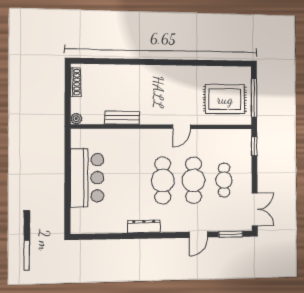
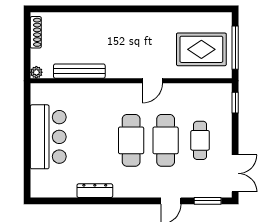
bench: (122, 118) -> (79, 71), width x1.36
dresser: (144, 226) -> (95, 191), moved

